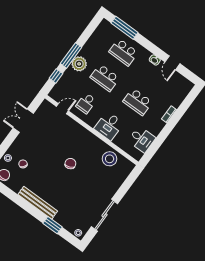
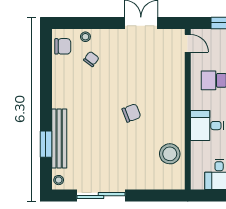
door: (62, 109) -> (188, 43), moved
bench: (38, 203) -> (59, 139), moved

